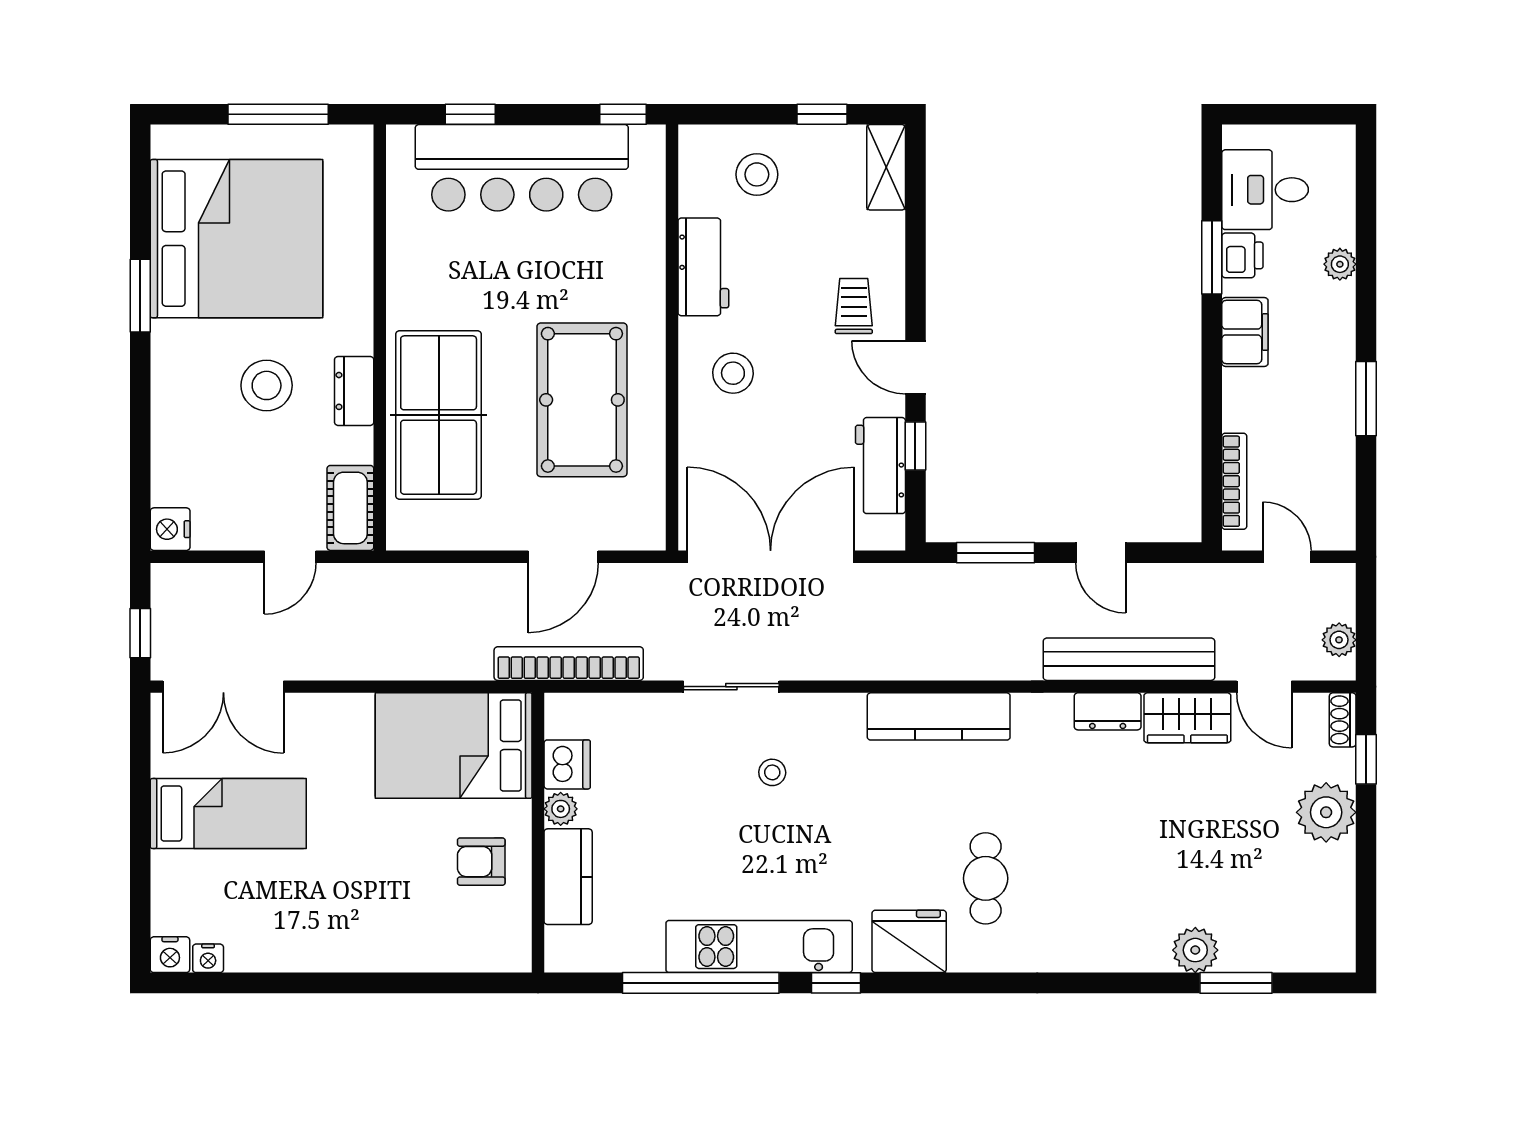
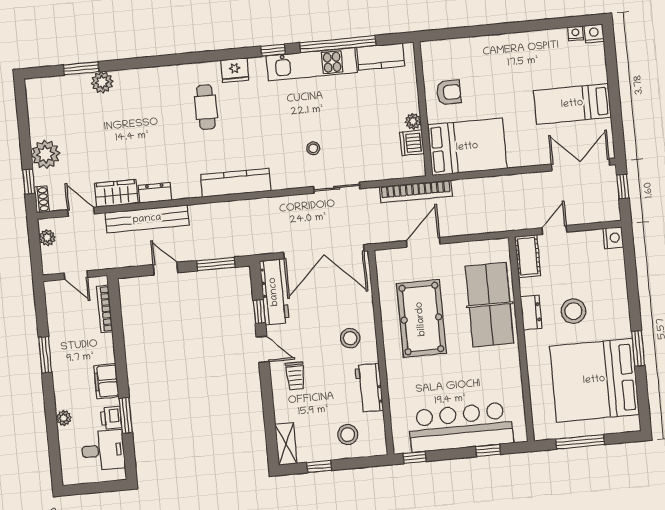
workbench: (880, 466) -> (274, 292), width x1.37
kitchen counter: (568, 877) -> (381, 57), moved, turned -90
fridge: (909, 941) -> (235, 70), width x0.73, depth x0.75

